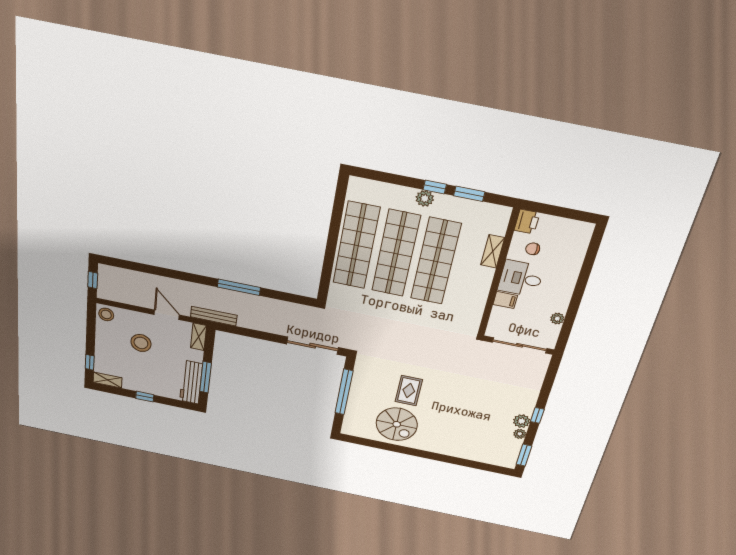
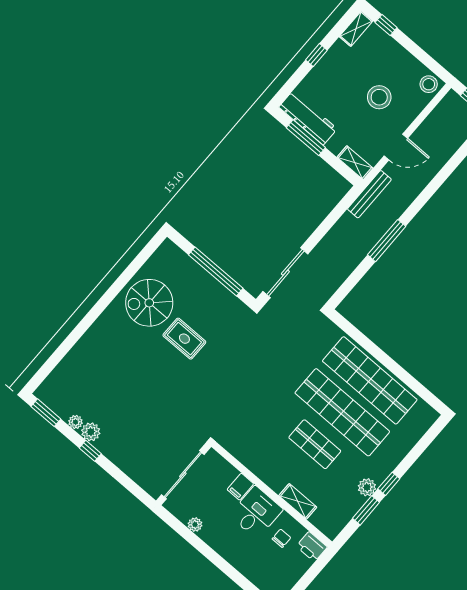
plant: (425, 198) -> (367, 487), moved
shop shelf: (436, 261) -> (315, 444), width x0.50, depth x0.74

